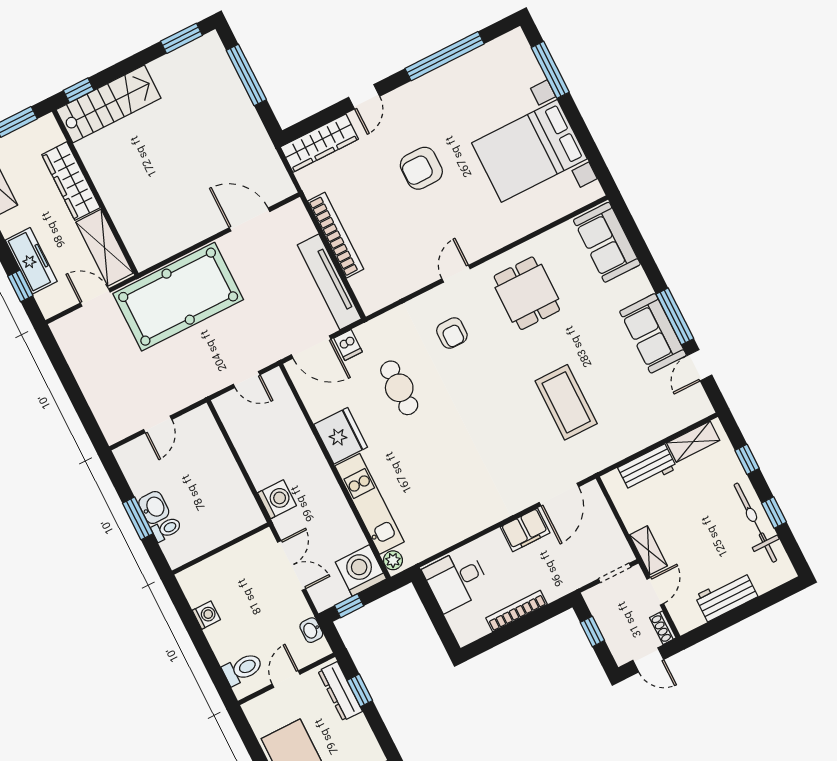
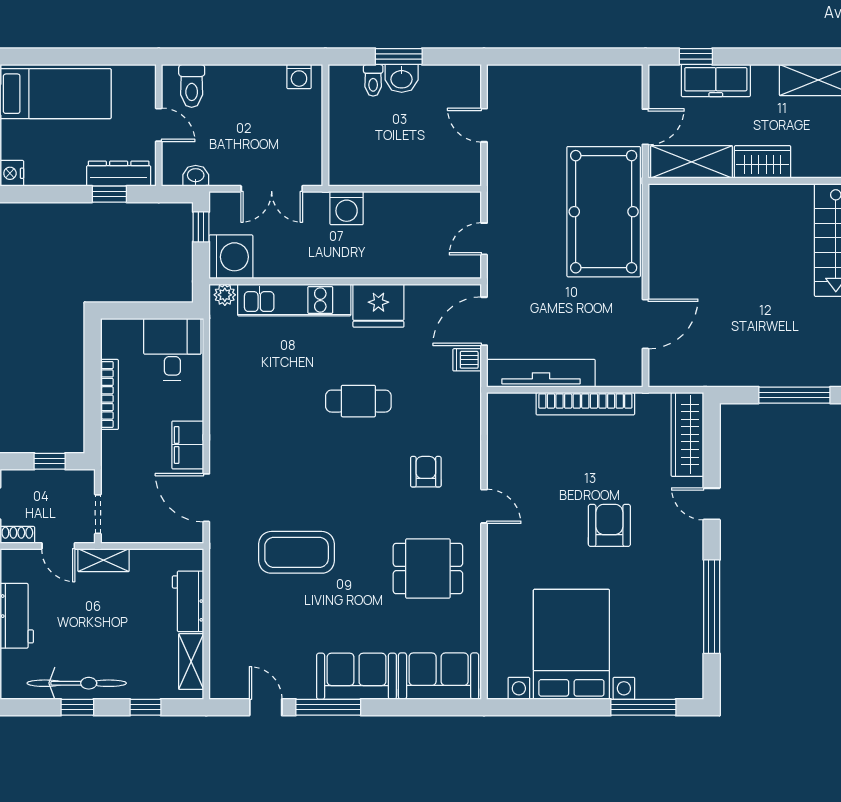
wardrobe: (71, 181) -> (763, 162), width x0.67
armchair: (452, 333) -> (426, 472), turned 90
sofa: (653, 333) -> (356, 676), moved
cafe table: (399, 388) -> (358, 401), moved
washing machine: (206, 615) -> (299, 77), moved

